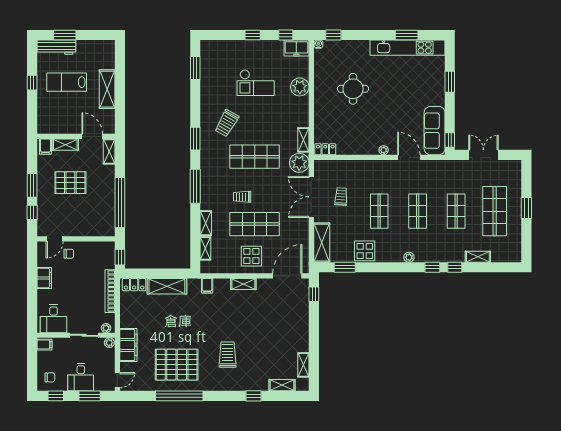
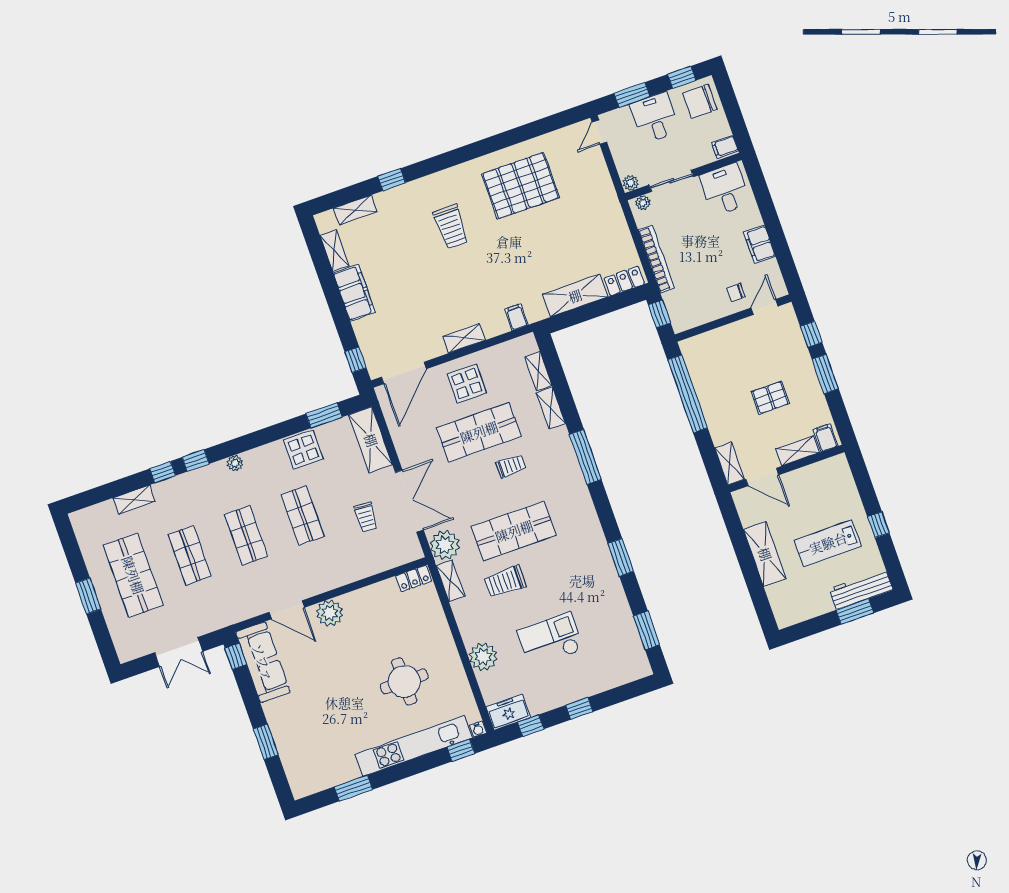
kitchen unit: (407, 48) -> (414, 746), moved
lab bench: (67, 82) -> (828, 543), turned 180
trolley: (227, 123) -> (505, 582), moved, turned -120
window: (195, 139) -> (621, 557), moved
plant: (384, 150) -> (330, 613), width x1.87, depth x1.87
pallet: (70, 183) -> (770, 398), width x0.67, depth x0.71
filing cabinet: (128, 345) -> (354, 293), moved, turned 180
chair: (50, 377) -> (700, 101), width x1.87, depth x1.87
window: (179, 396) -> (500, 141), removed

